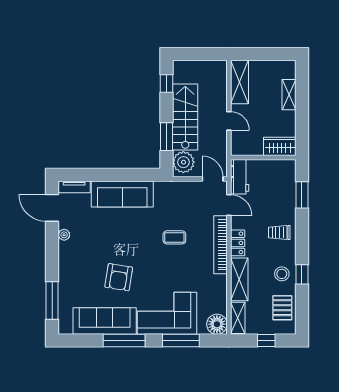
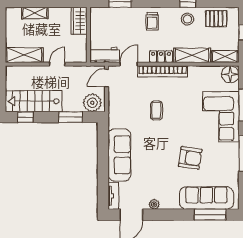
stairs: (185, 117) -> (34, 101), moved
sofa: (105, 321) -> (206, 198), moved, turned 90

